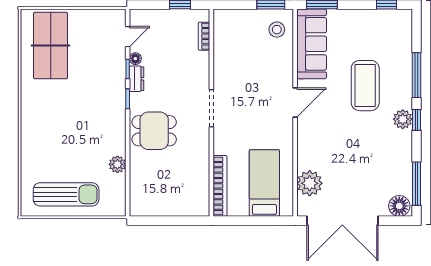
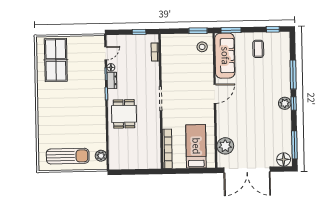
coffee table: (365, 86) -> (258, 49), moved, width x0.54, depth x0.58
dining table: (154, 131) -> (124, 114), turned 90
plant: (117, 164) -> (101, 156), moved

